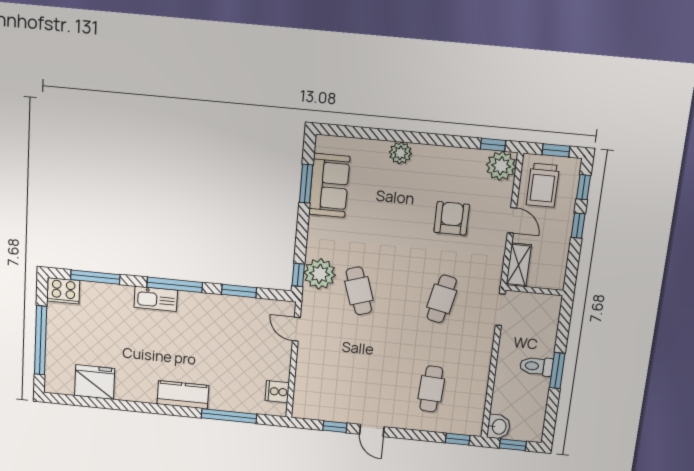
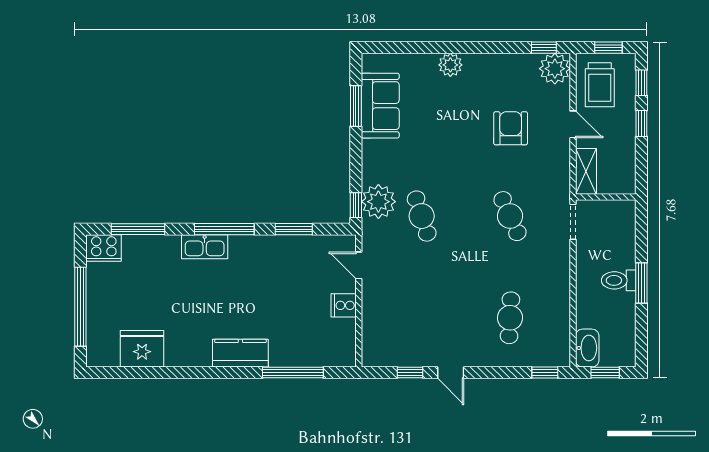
cafe table: (442, 299) -> (510, 216), turned -36
cooker: (277, 392) -> (344, 305), moved
washbasin: (499, 427) -> (587, 348), width x1.38

